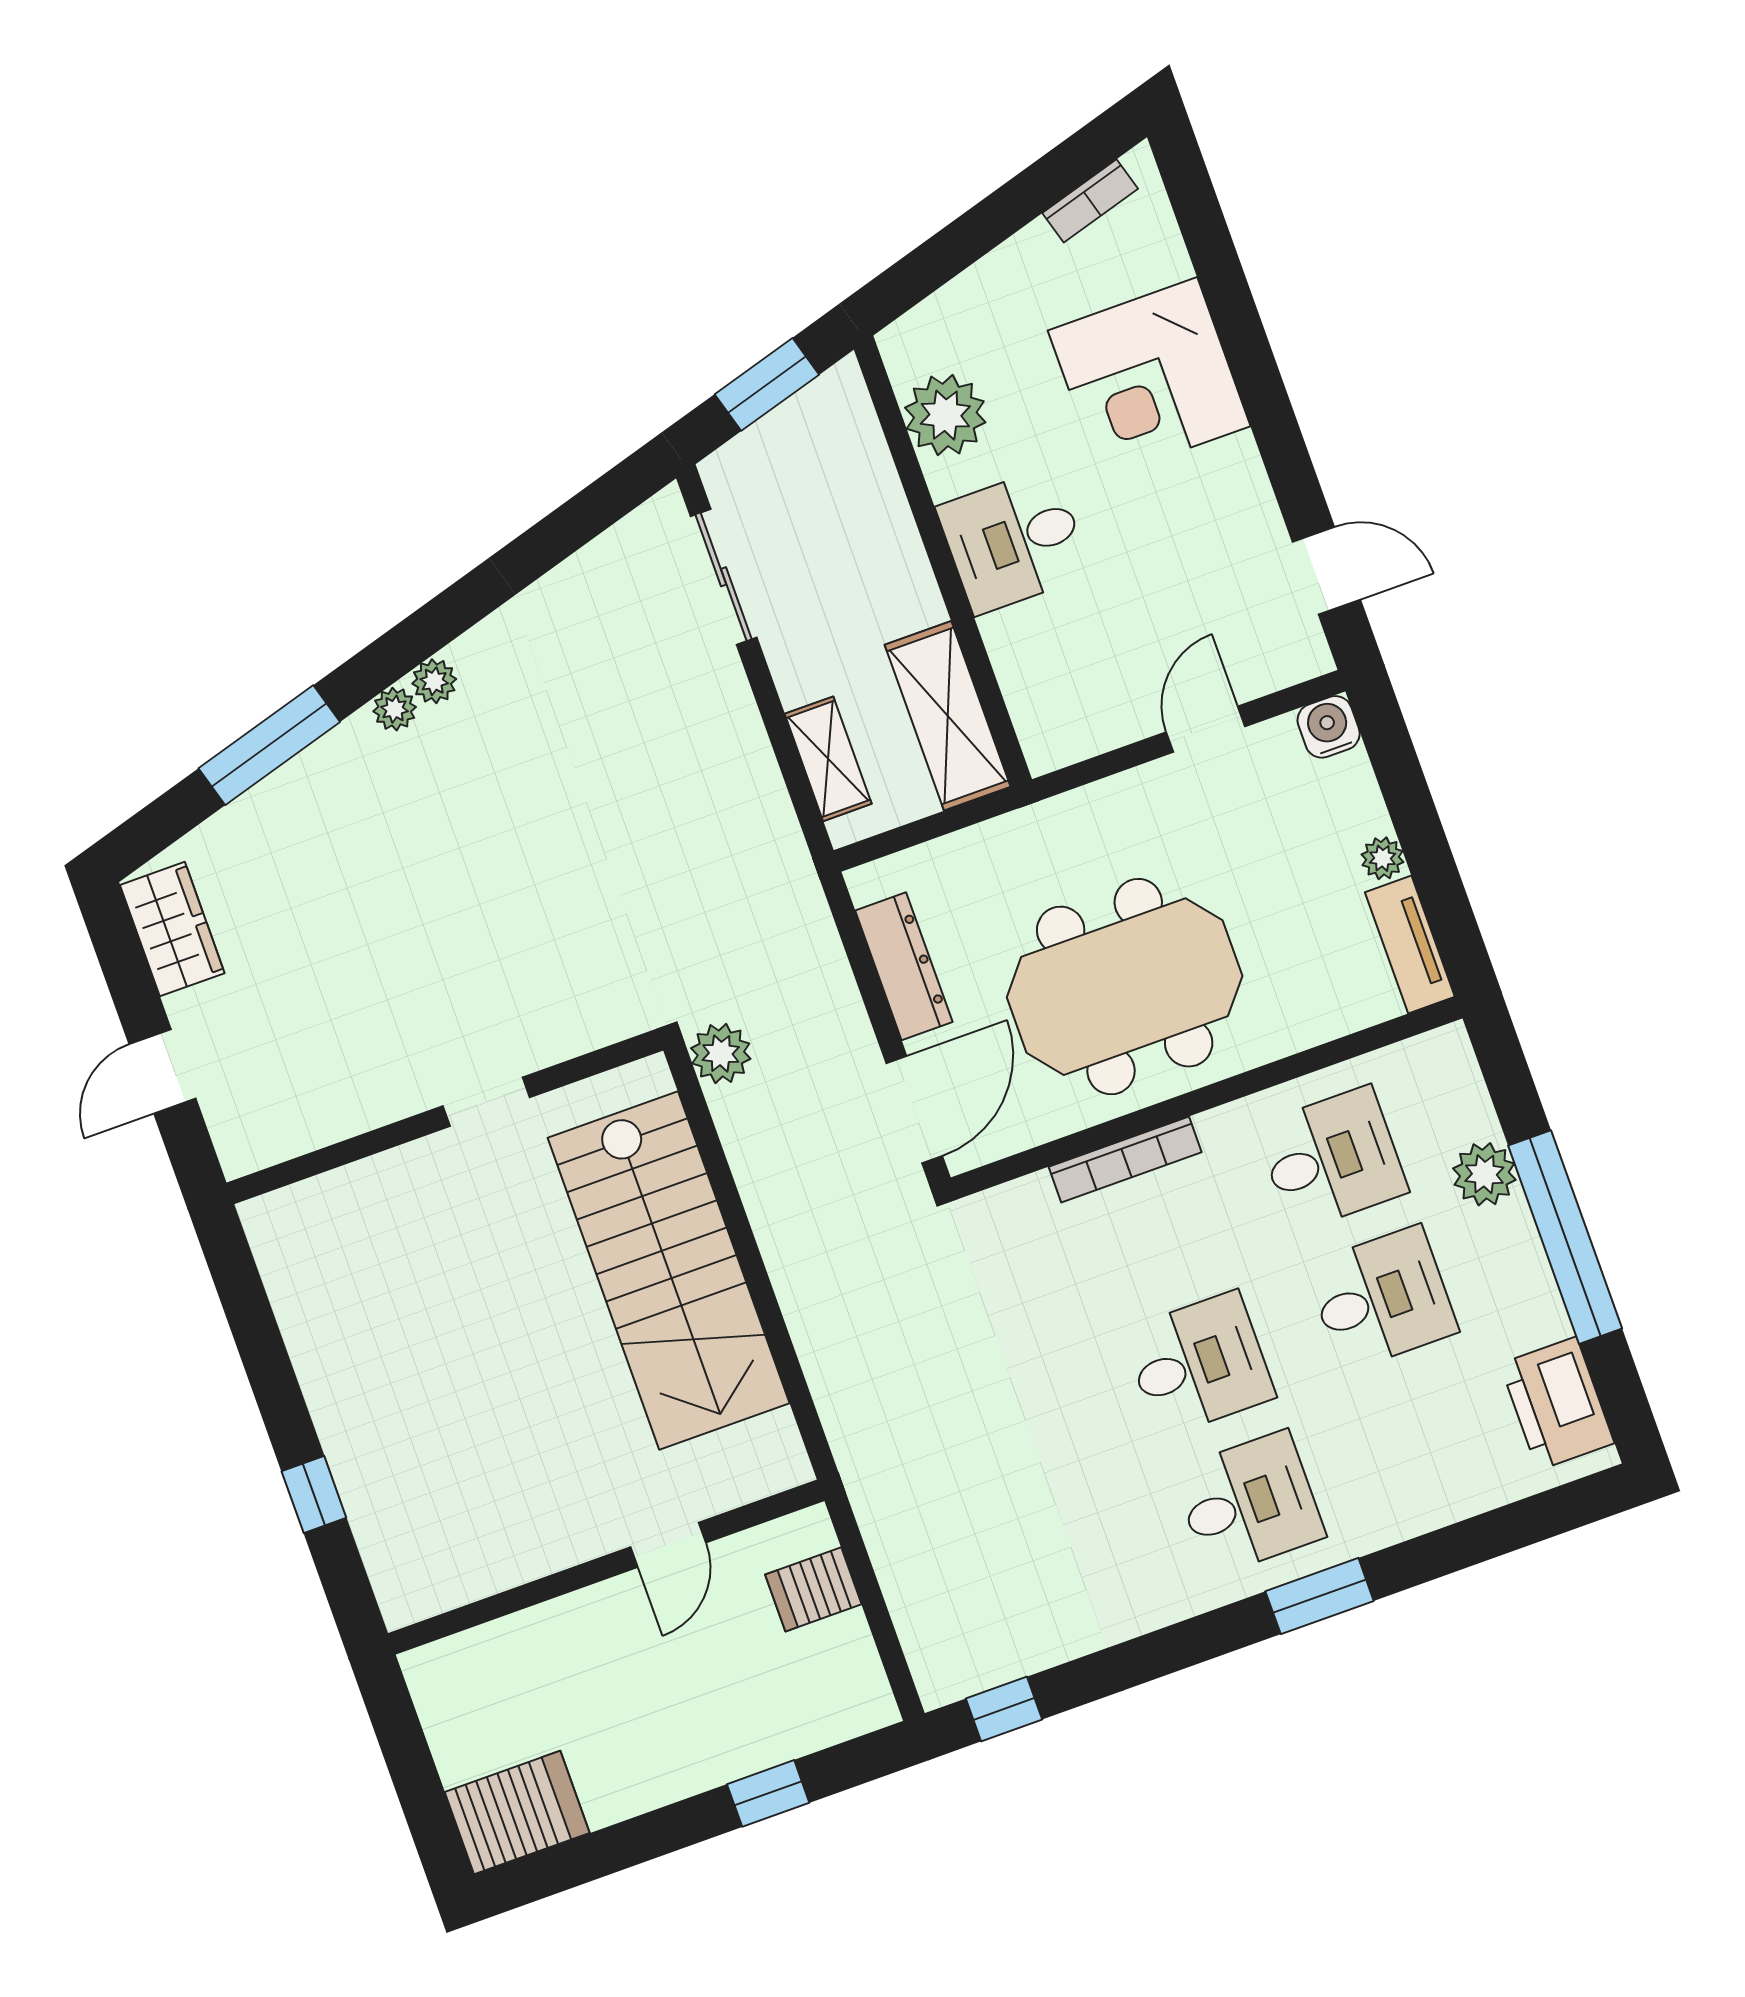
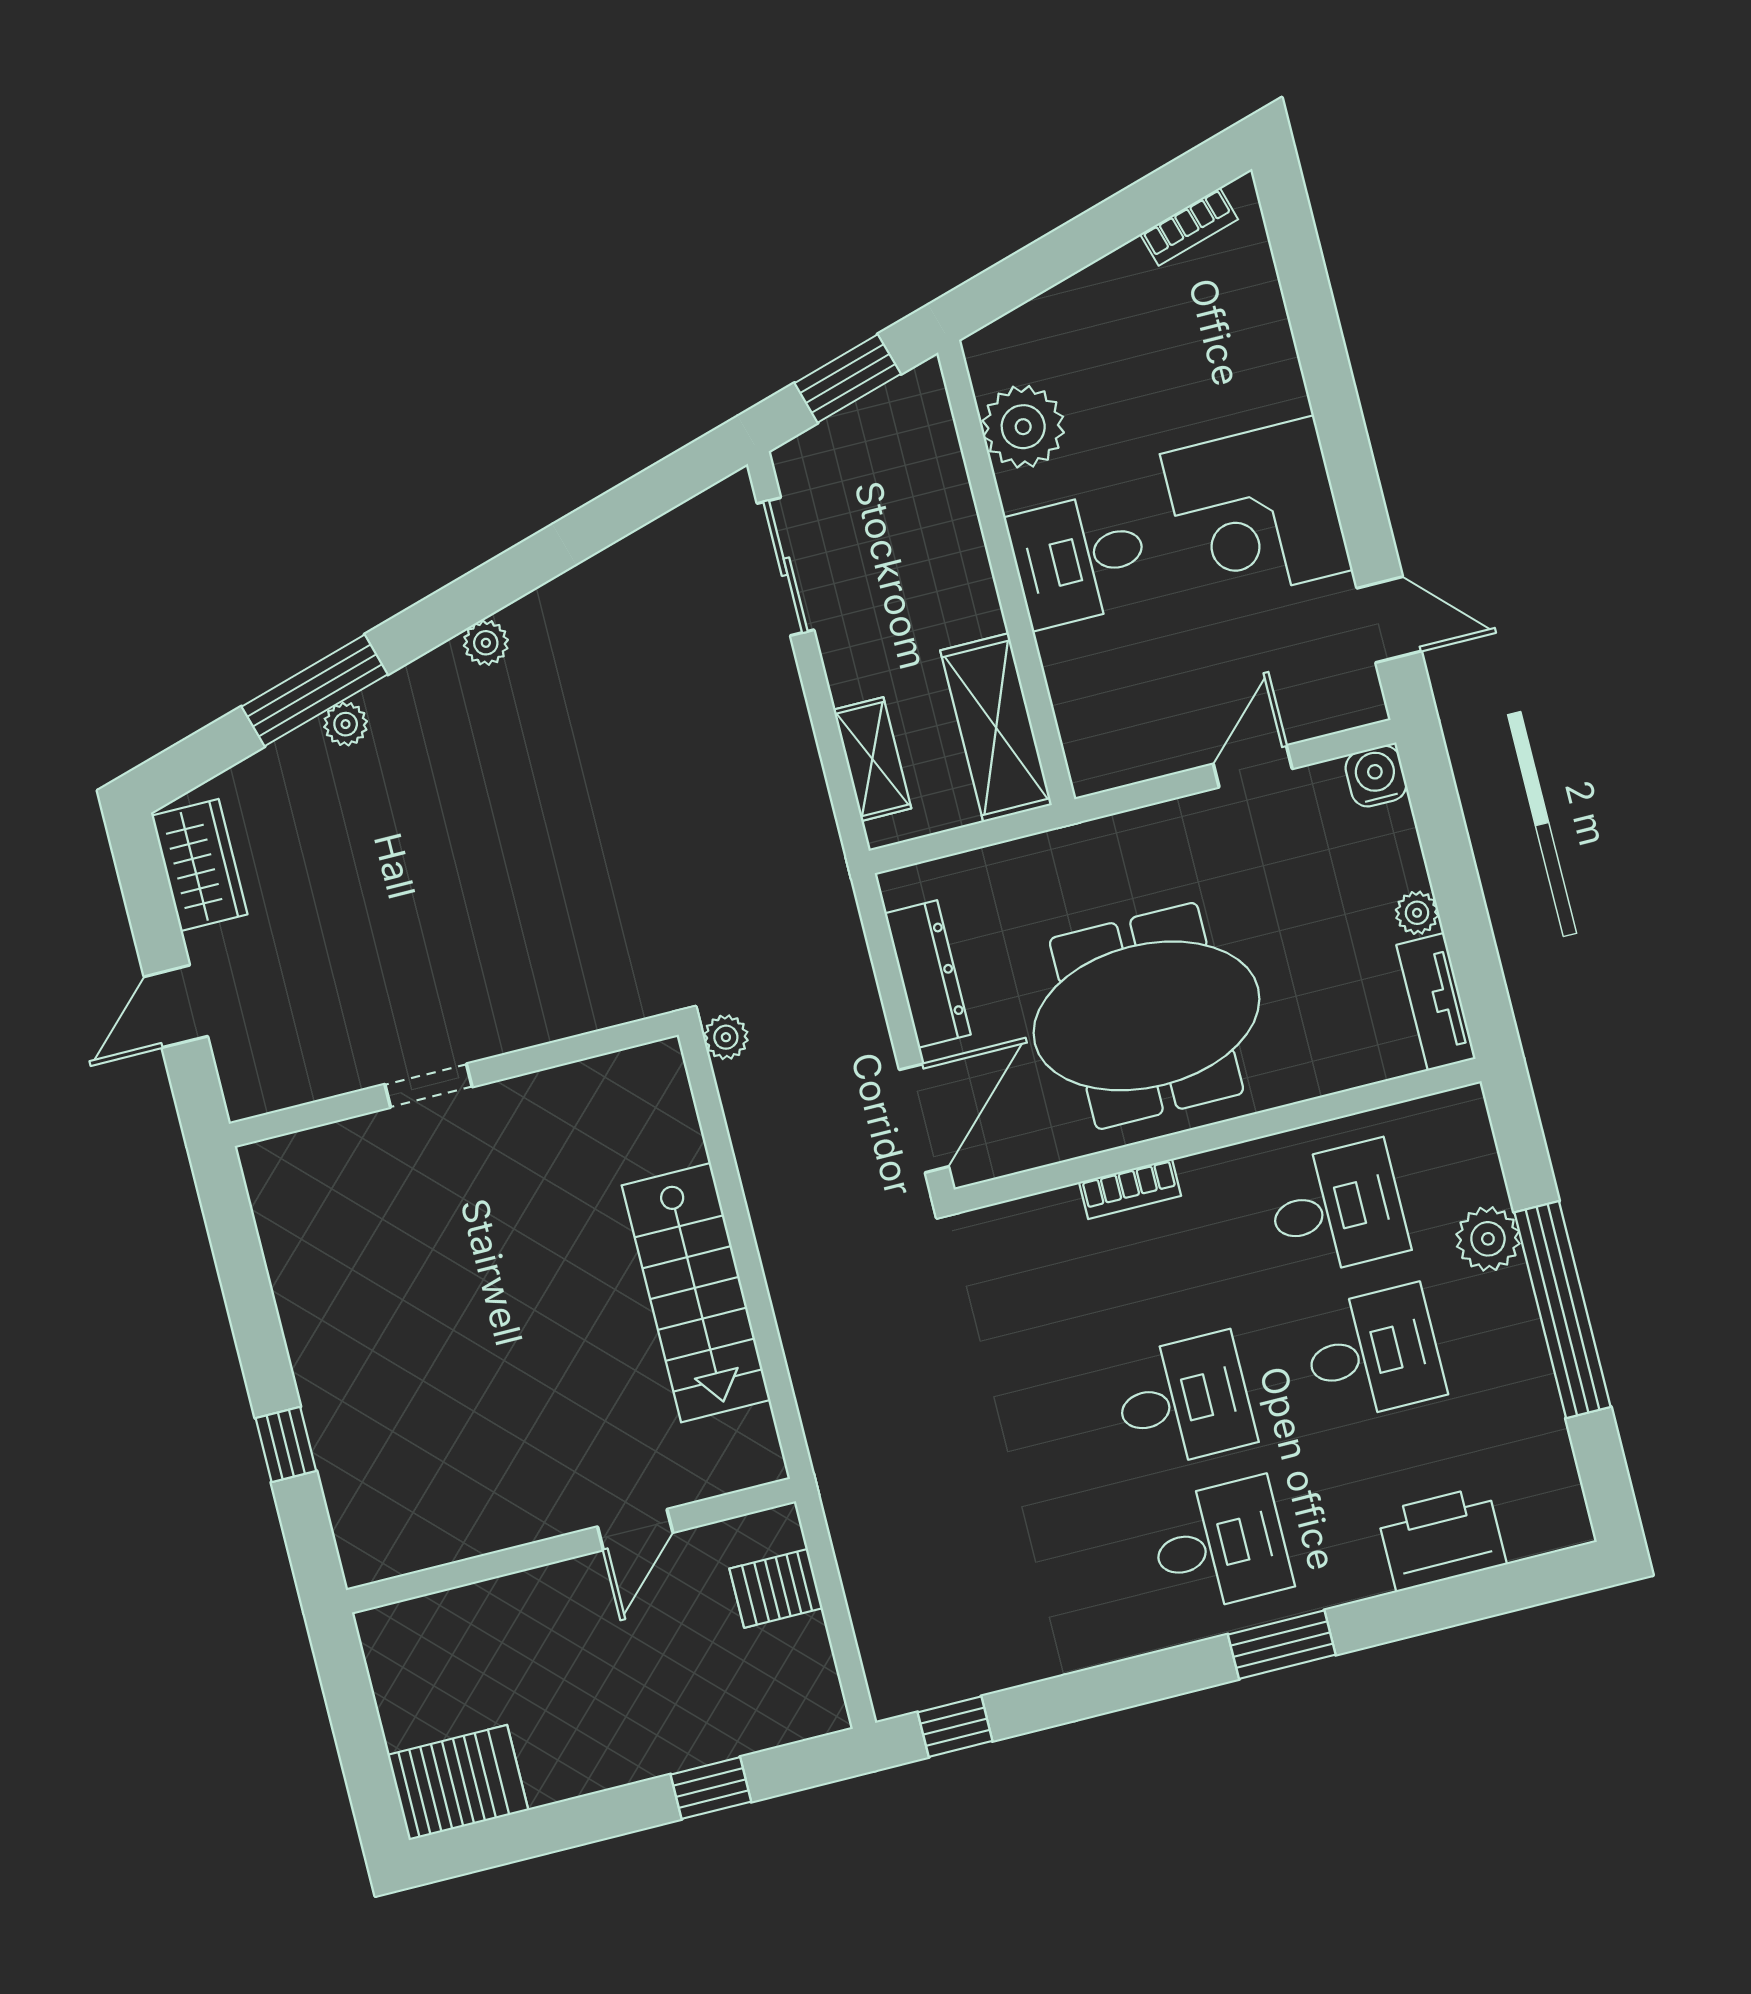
corner desk: (1149, 378) -> (1256, 512), moved
plant: (395, 709) -> (346, 724), moved
plant: (721, 1054) -> (726, 1037), width x0.73, depth x0.73
doorway: (486, 1102) -> (429, 1086), moved
bookcase: (1125, 1159) -> (1130, 1189), width x0.64
stairs: (669, 1271) -> (696, 1293), width x0.73, depth x0.66
printer: (1557, 1404) -> (1442, 1538), moved, turned 90

